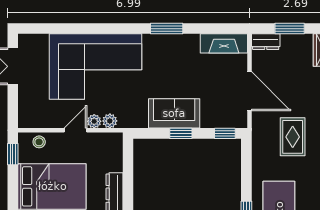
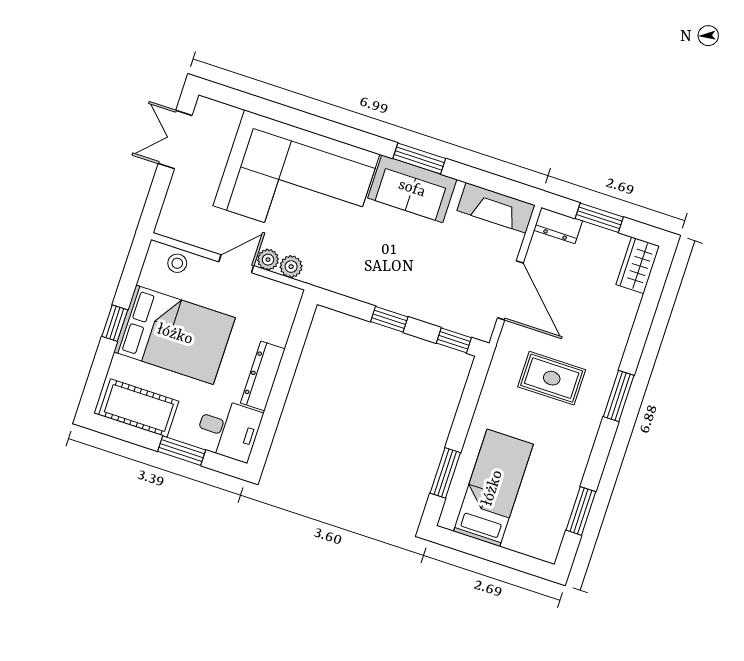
sofa: (174, 113) -> (412, 189), moved, turned 180
rug: (293, 137) -> (552, 378), turned 90
window: (13, 154) -> (115, 323), moved

